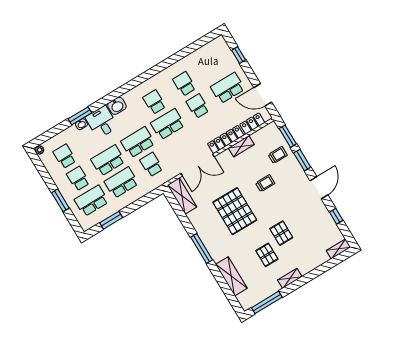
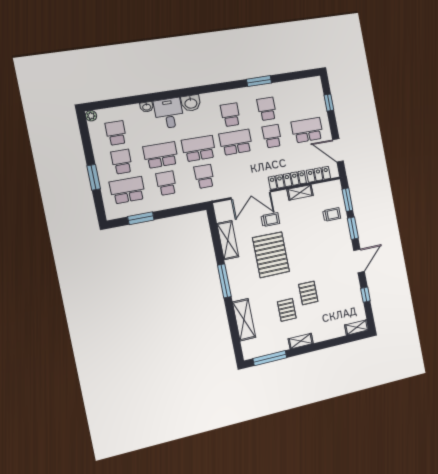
window: (80, 116) -> (259, 81), moved
school desk: (121, 183) -> (166, 183), width x0.54
trolley: (265, 183) -> (270, 220), moved
shelving: (182, 196) -> (228, 240), moved

